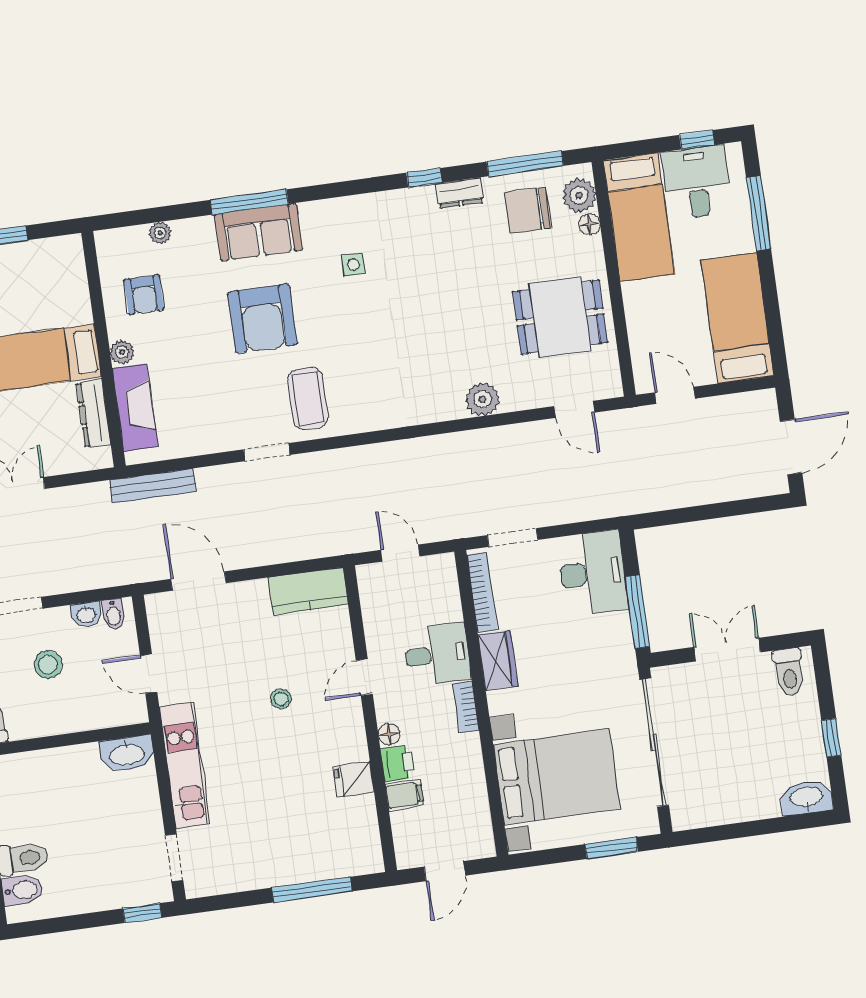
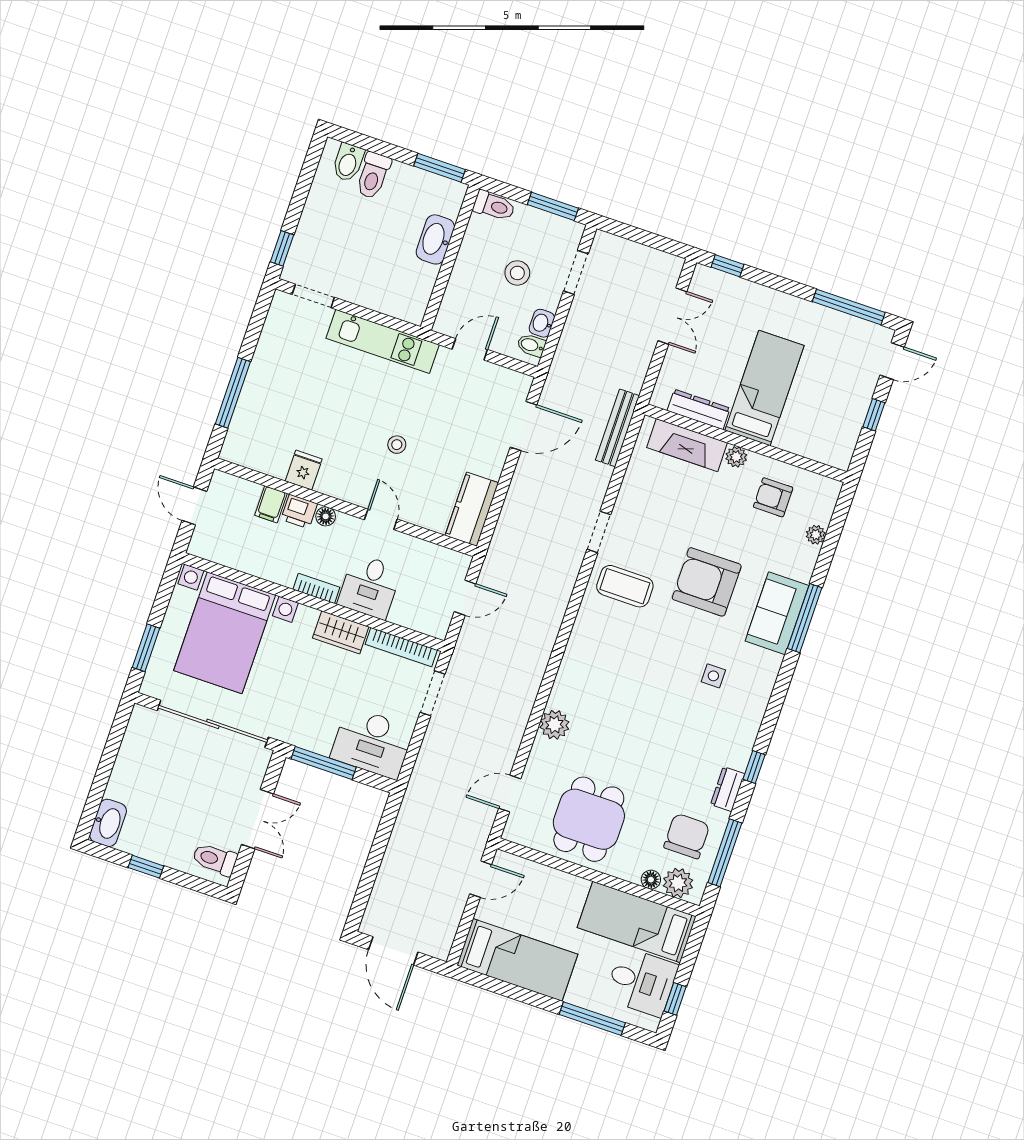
washbasin: (127, 754) -> (435, 239), moved

